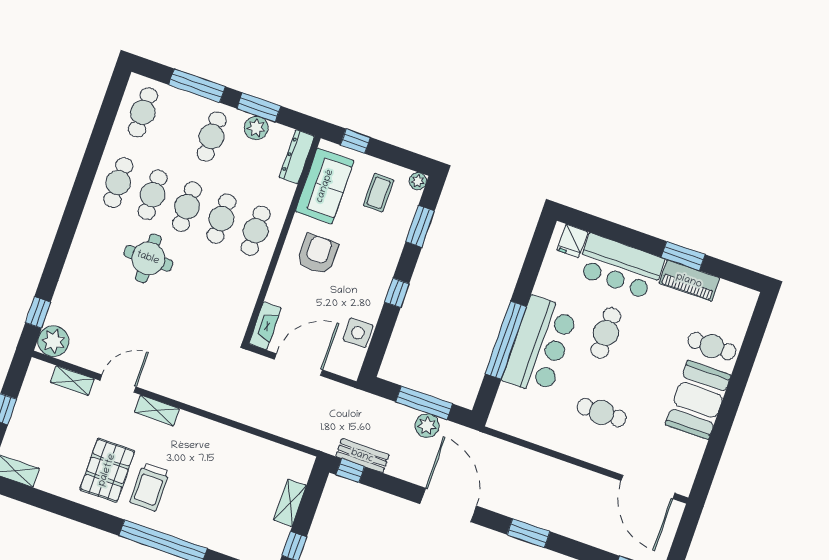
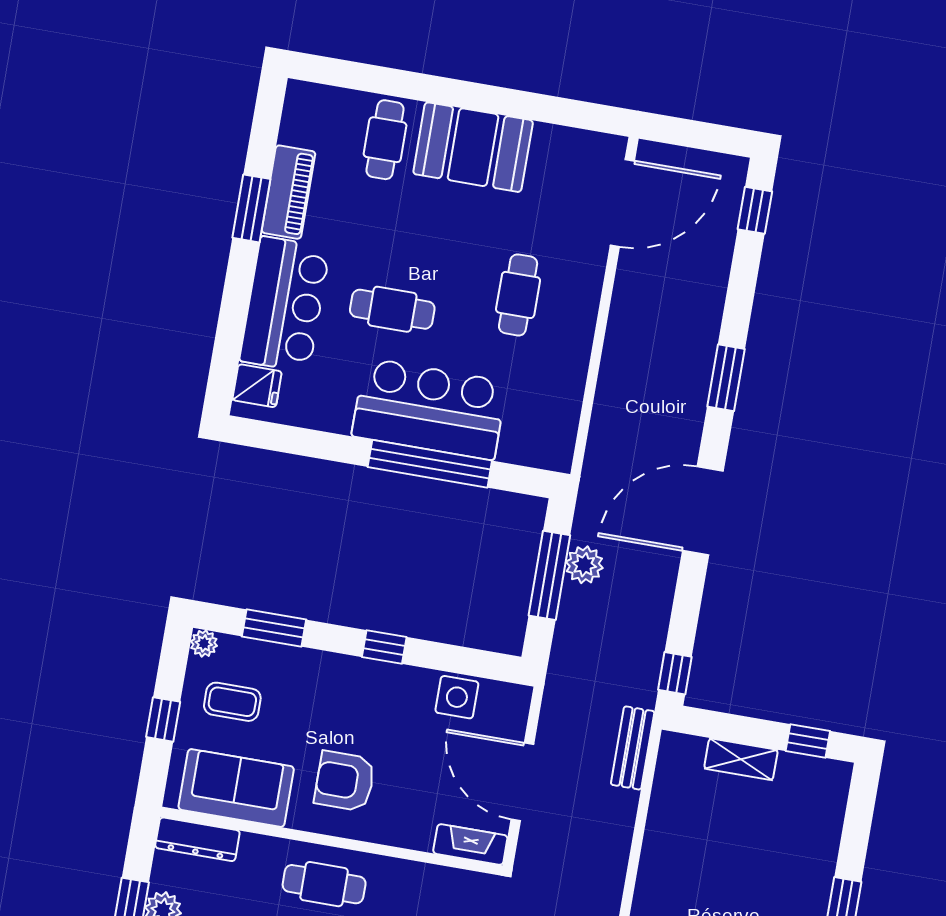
window: (355, 141) -> (163, 719), moved
bench: (362, 456) -> (633, 748), moved

